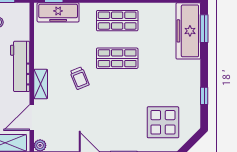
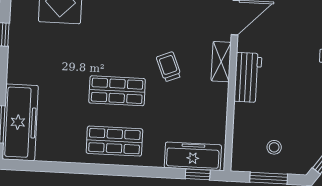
workbench: (20, 66) -> (248, 77), width x0.73

